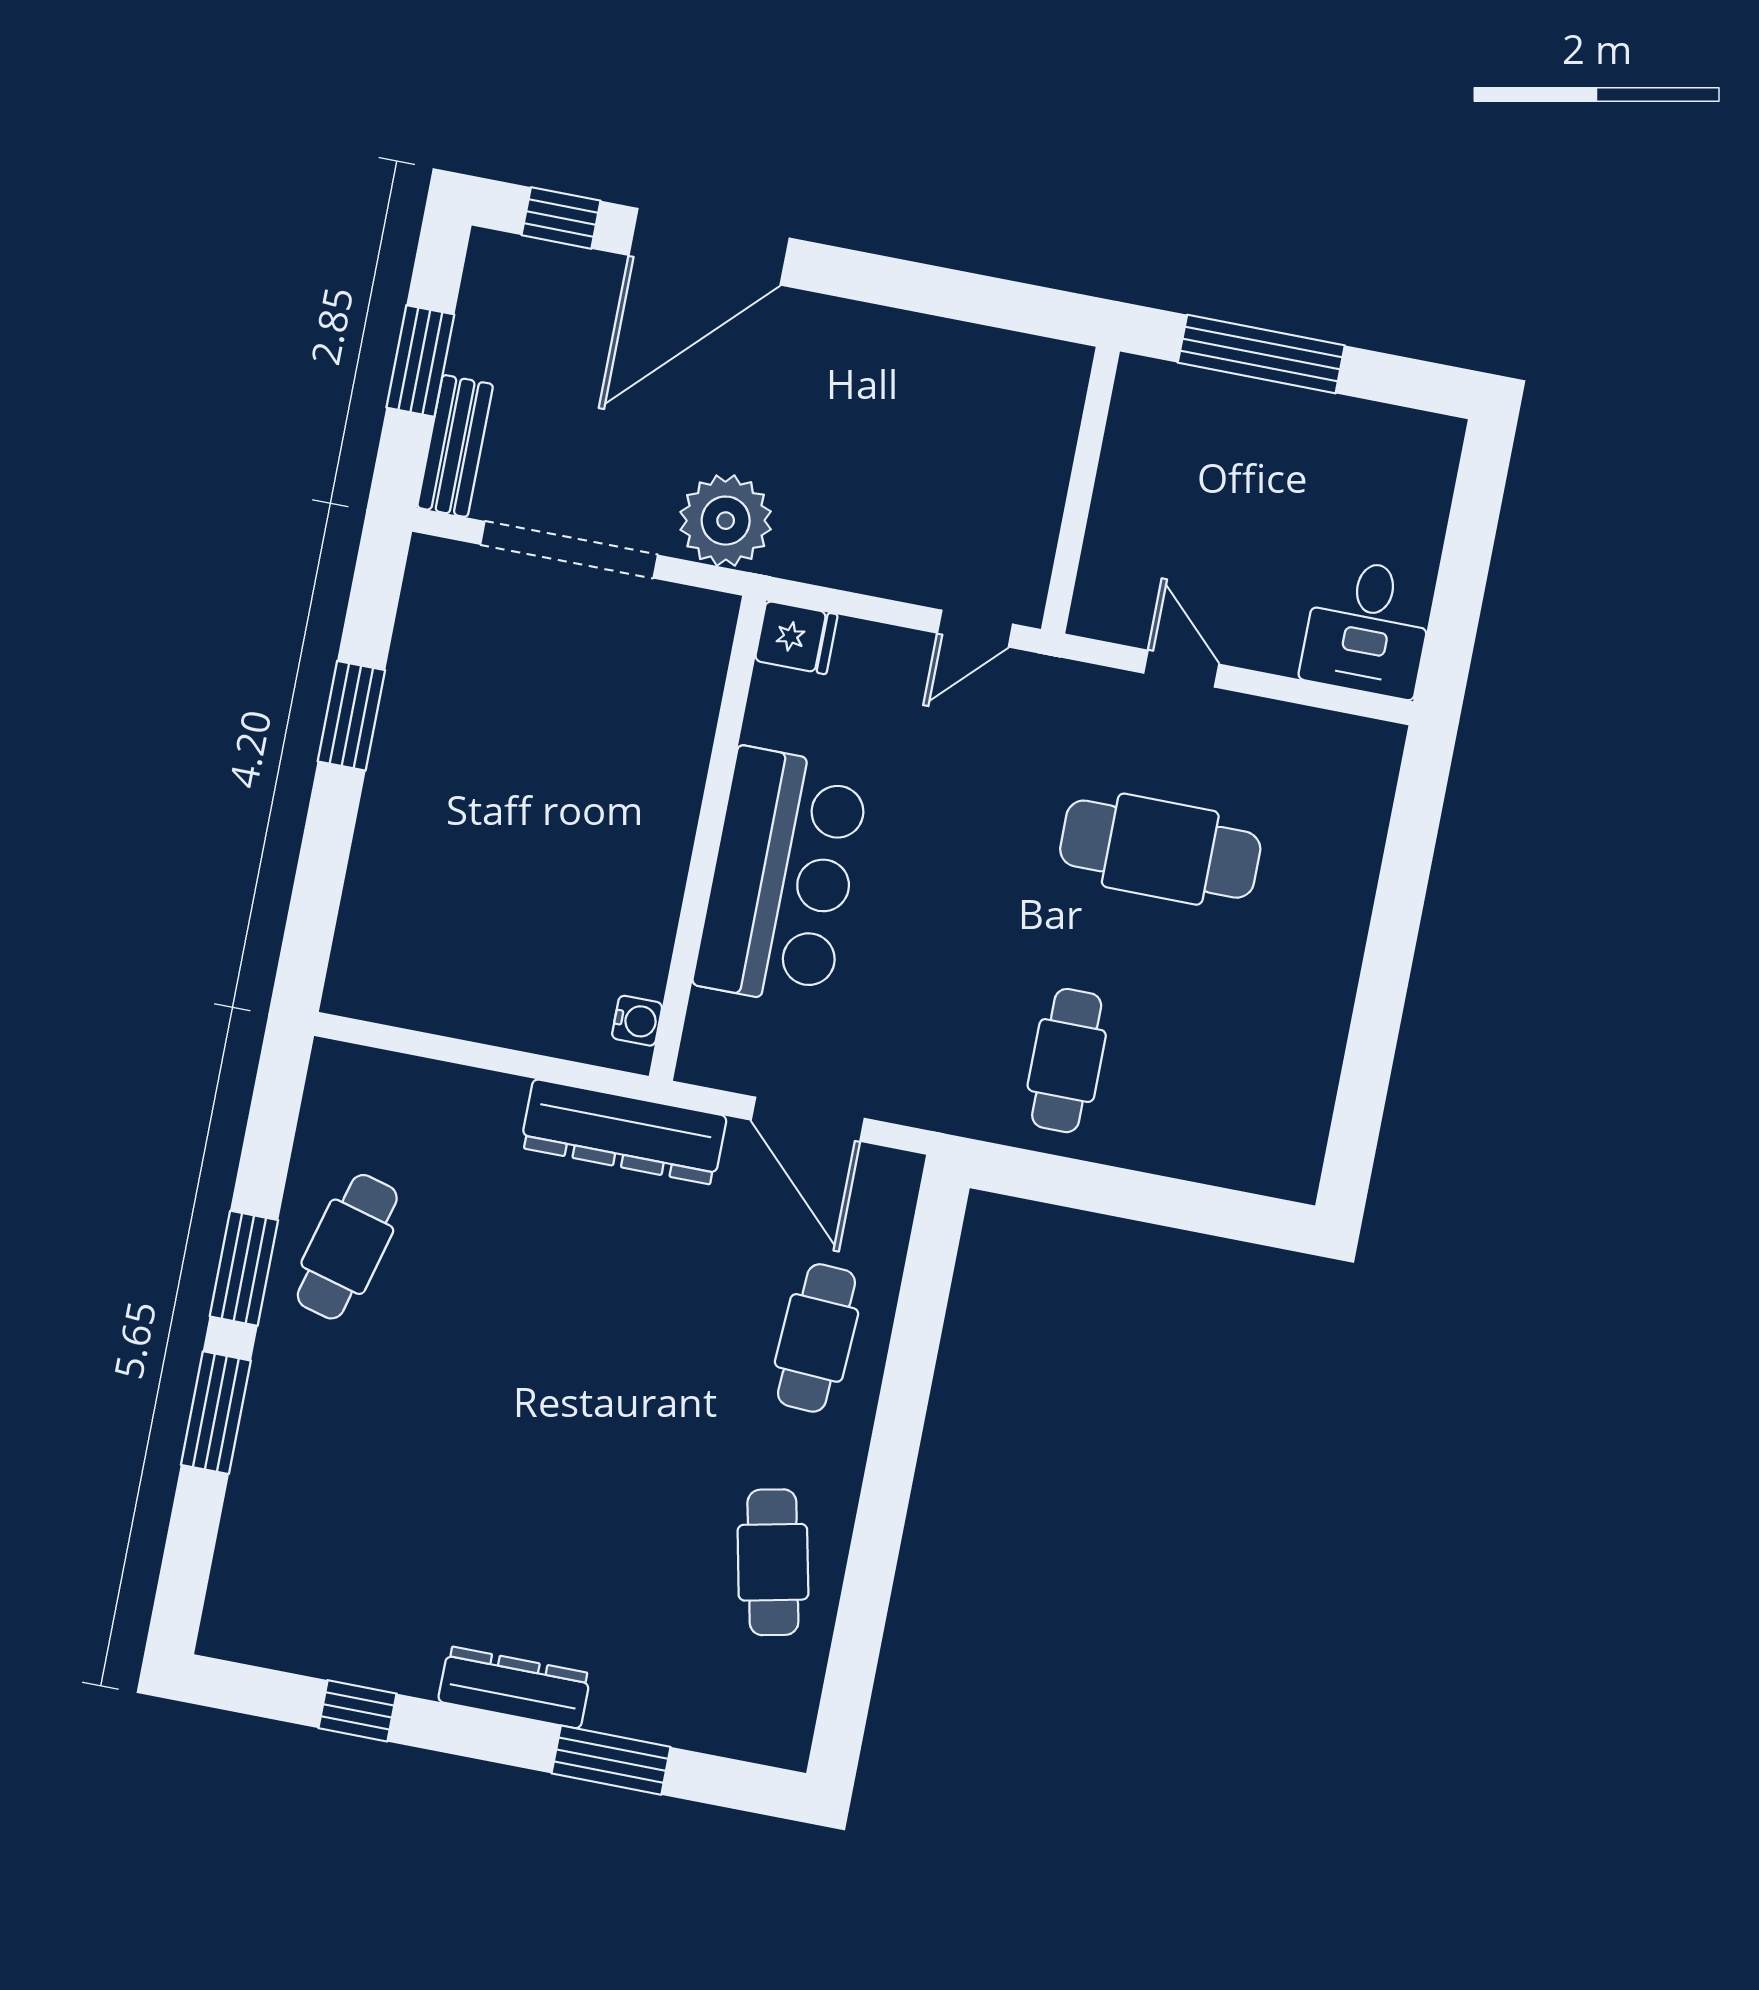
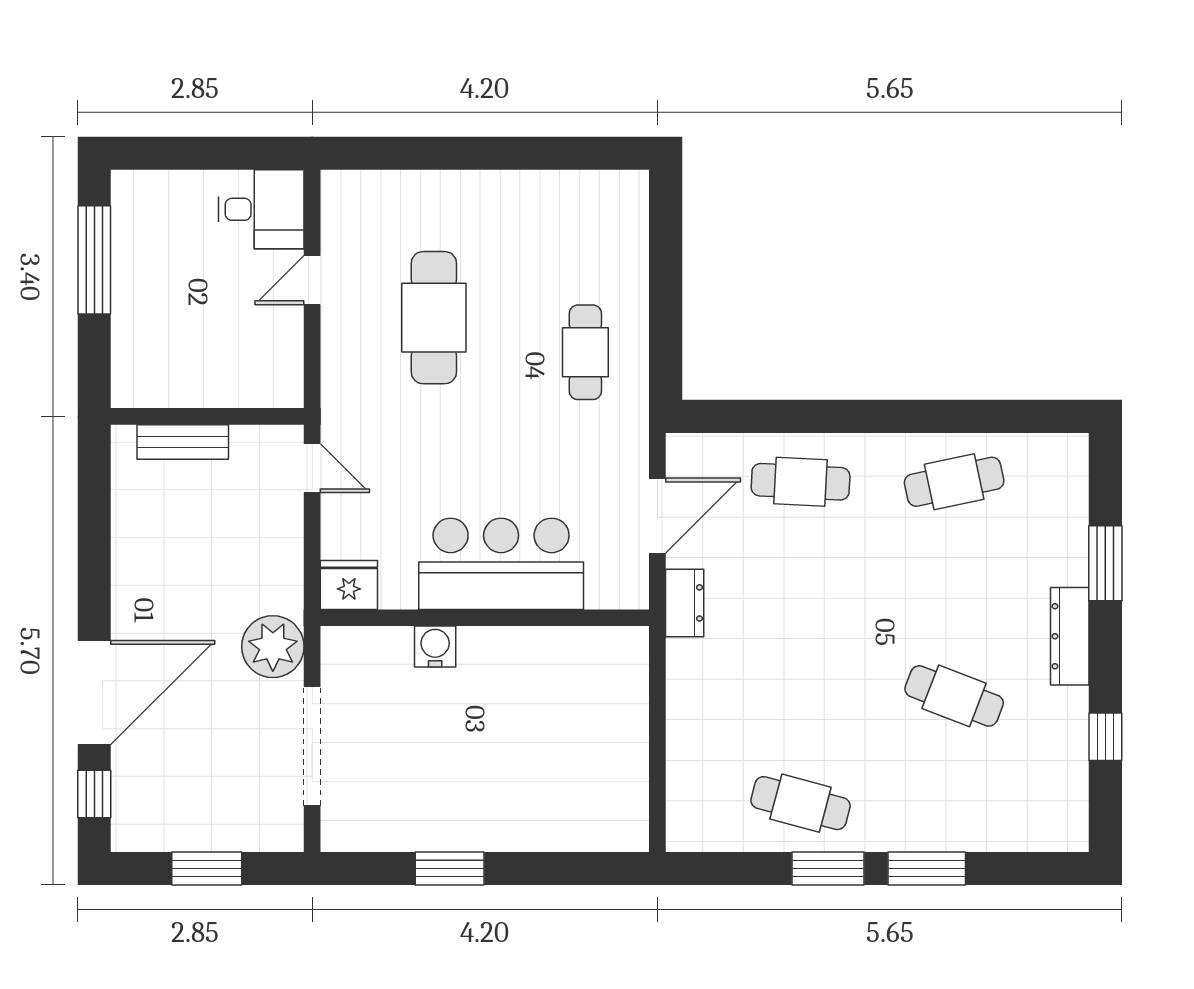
door: (709, 247) -> (94, 693), hinge flipped
window: (1261, 354) -> (94, 260), moved
bench: (455, 446) -> (183, 442), moved
fridge: (796, 638) -> (349, 585), width x1.38
door: (1181, 669) -> (312, 280), moved
water cooler: (637, 1021) -> (435, 647), moved, width x1.38, depth x1.38
cafe table: (1067, 1061) -> (585, 352), turned 90
dresser: (624, 1132) -> (685, 603), width x0.51, depth x0.80
cafe table: (460, 1501) -> (954, 696), added

